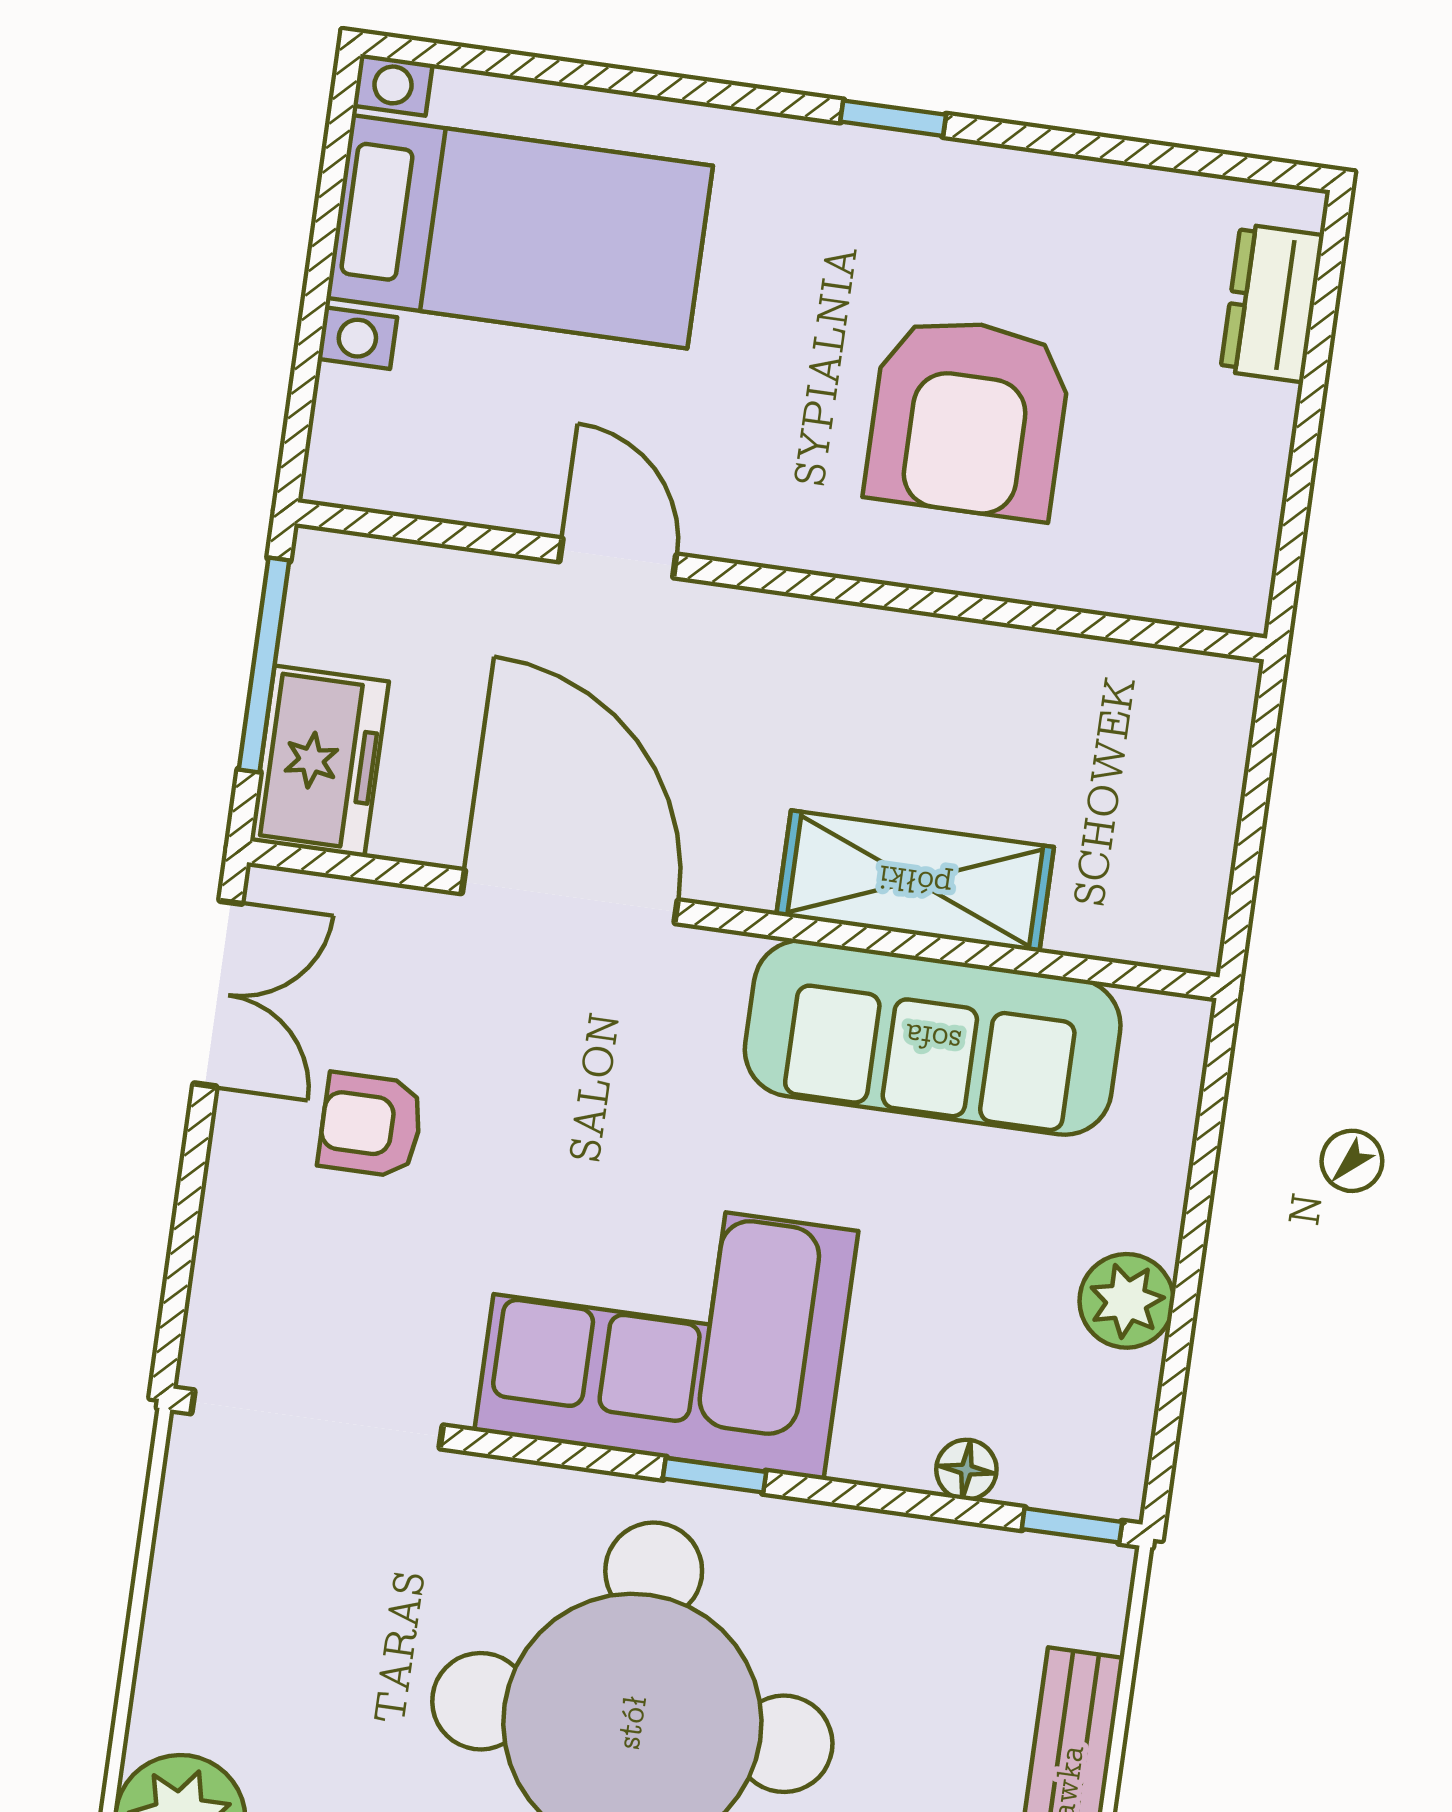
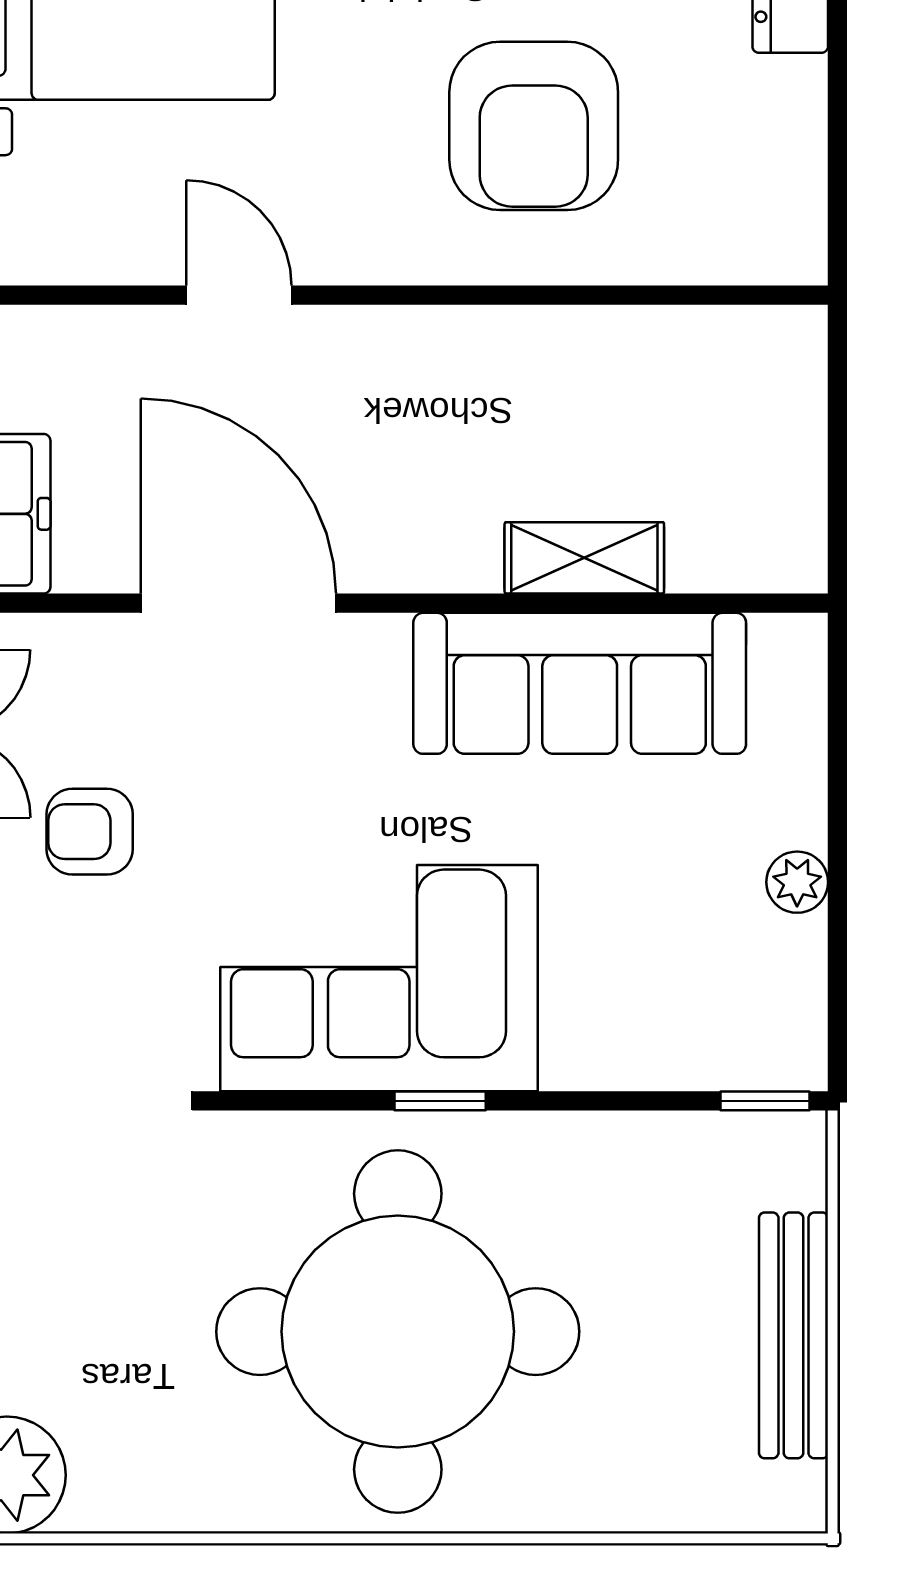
shelving: (915, 881) -> (584, 558), width x0.67, depth x0.75
plant: (1127, 1301) -> (797, 882), width x0.73, depth x0.73
floor lamp: (966, 1470) -> (664, 1064), removed

